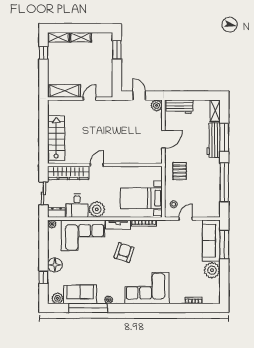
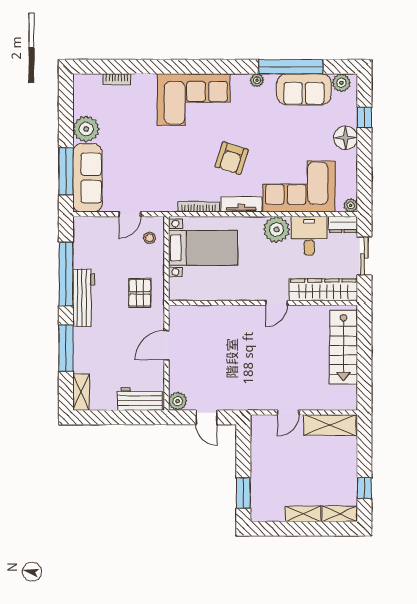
workbench: (214, 140) -> (84, 298), moved

